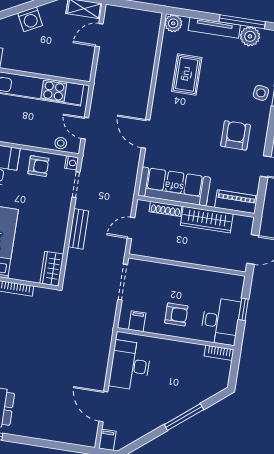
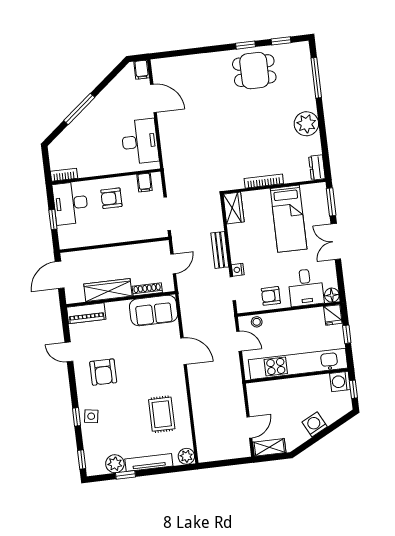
window: (242, 22) -> (126, 475), width x0.46
nightstand: (72, 163) -> (238, 270), moved
sofa: (174, 186) -> (154, 310), width x0.73

